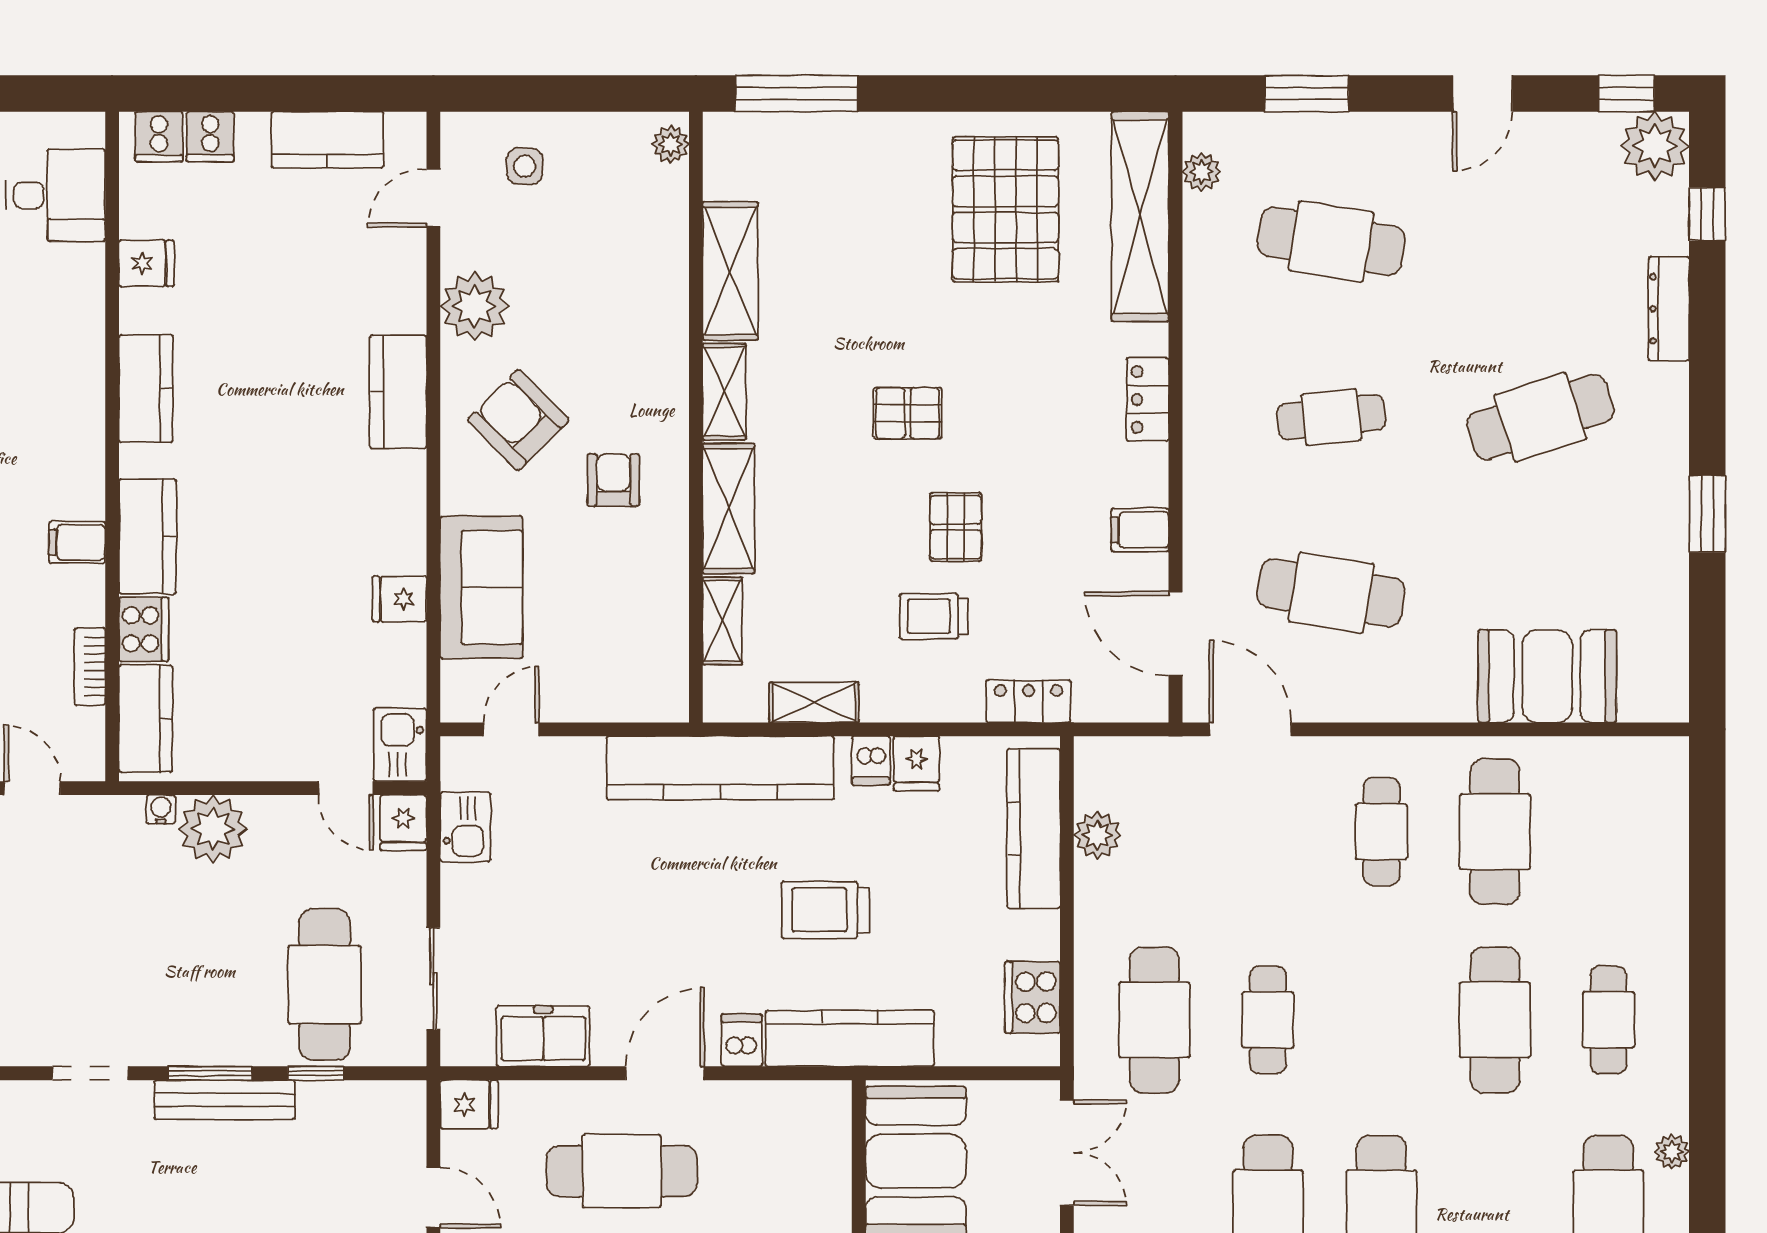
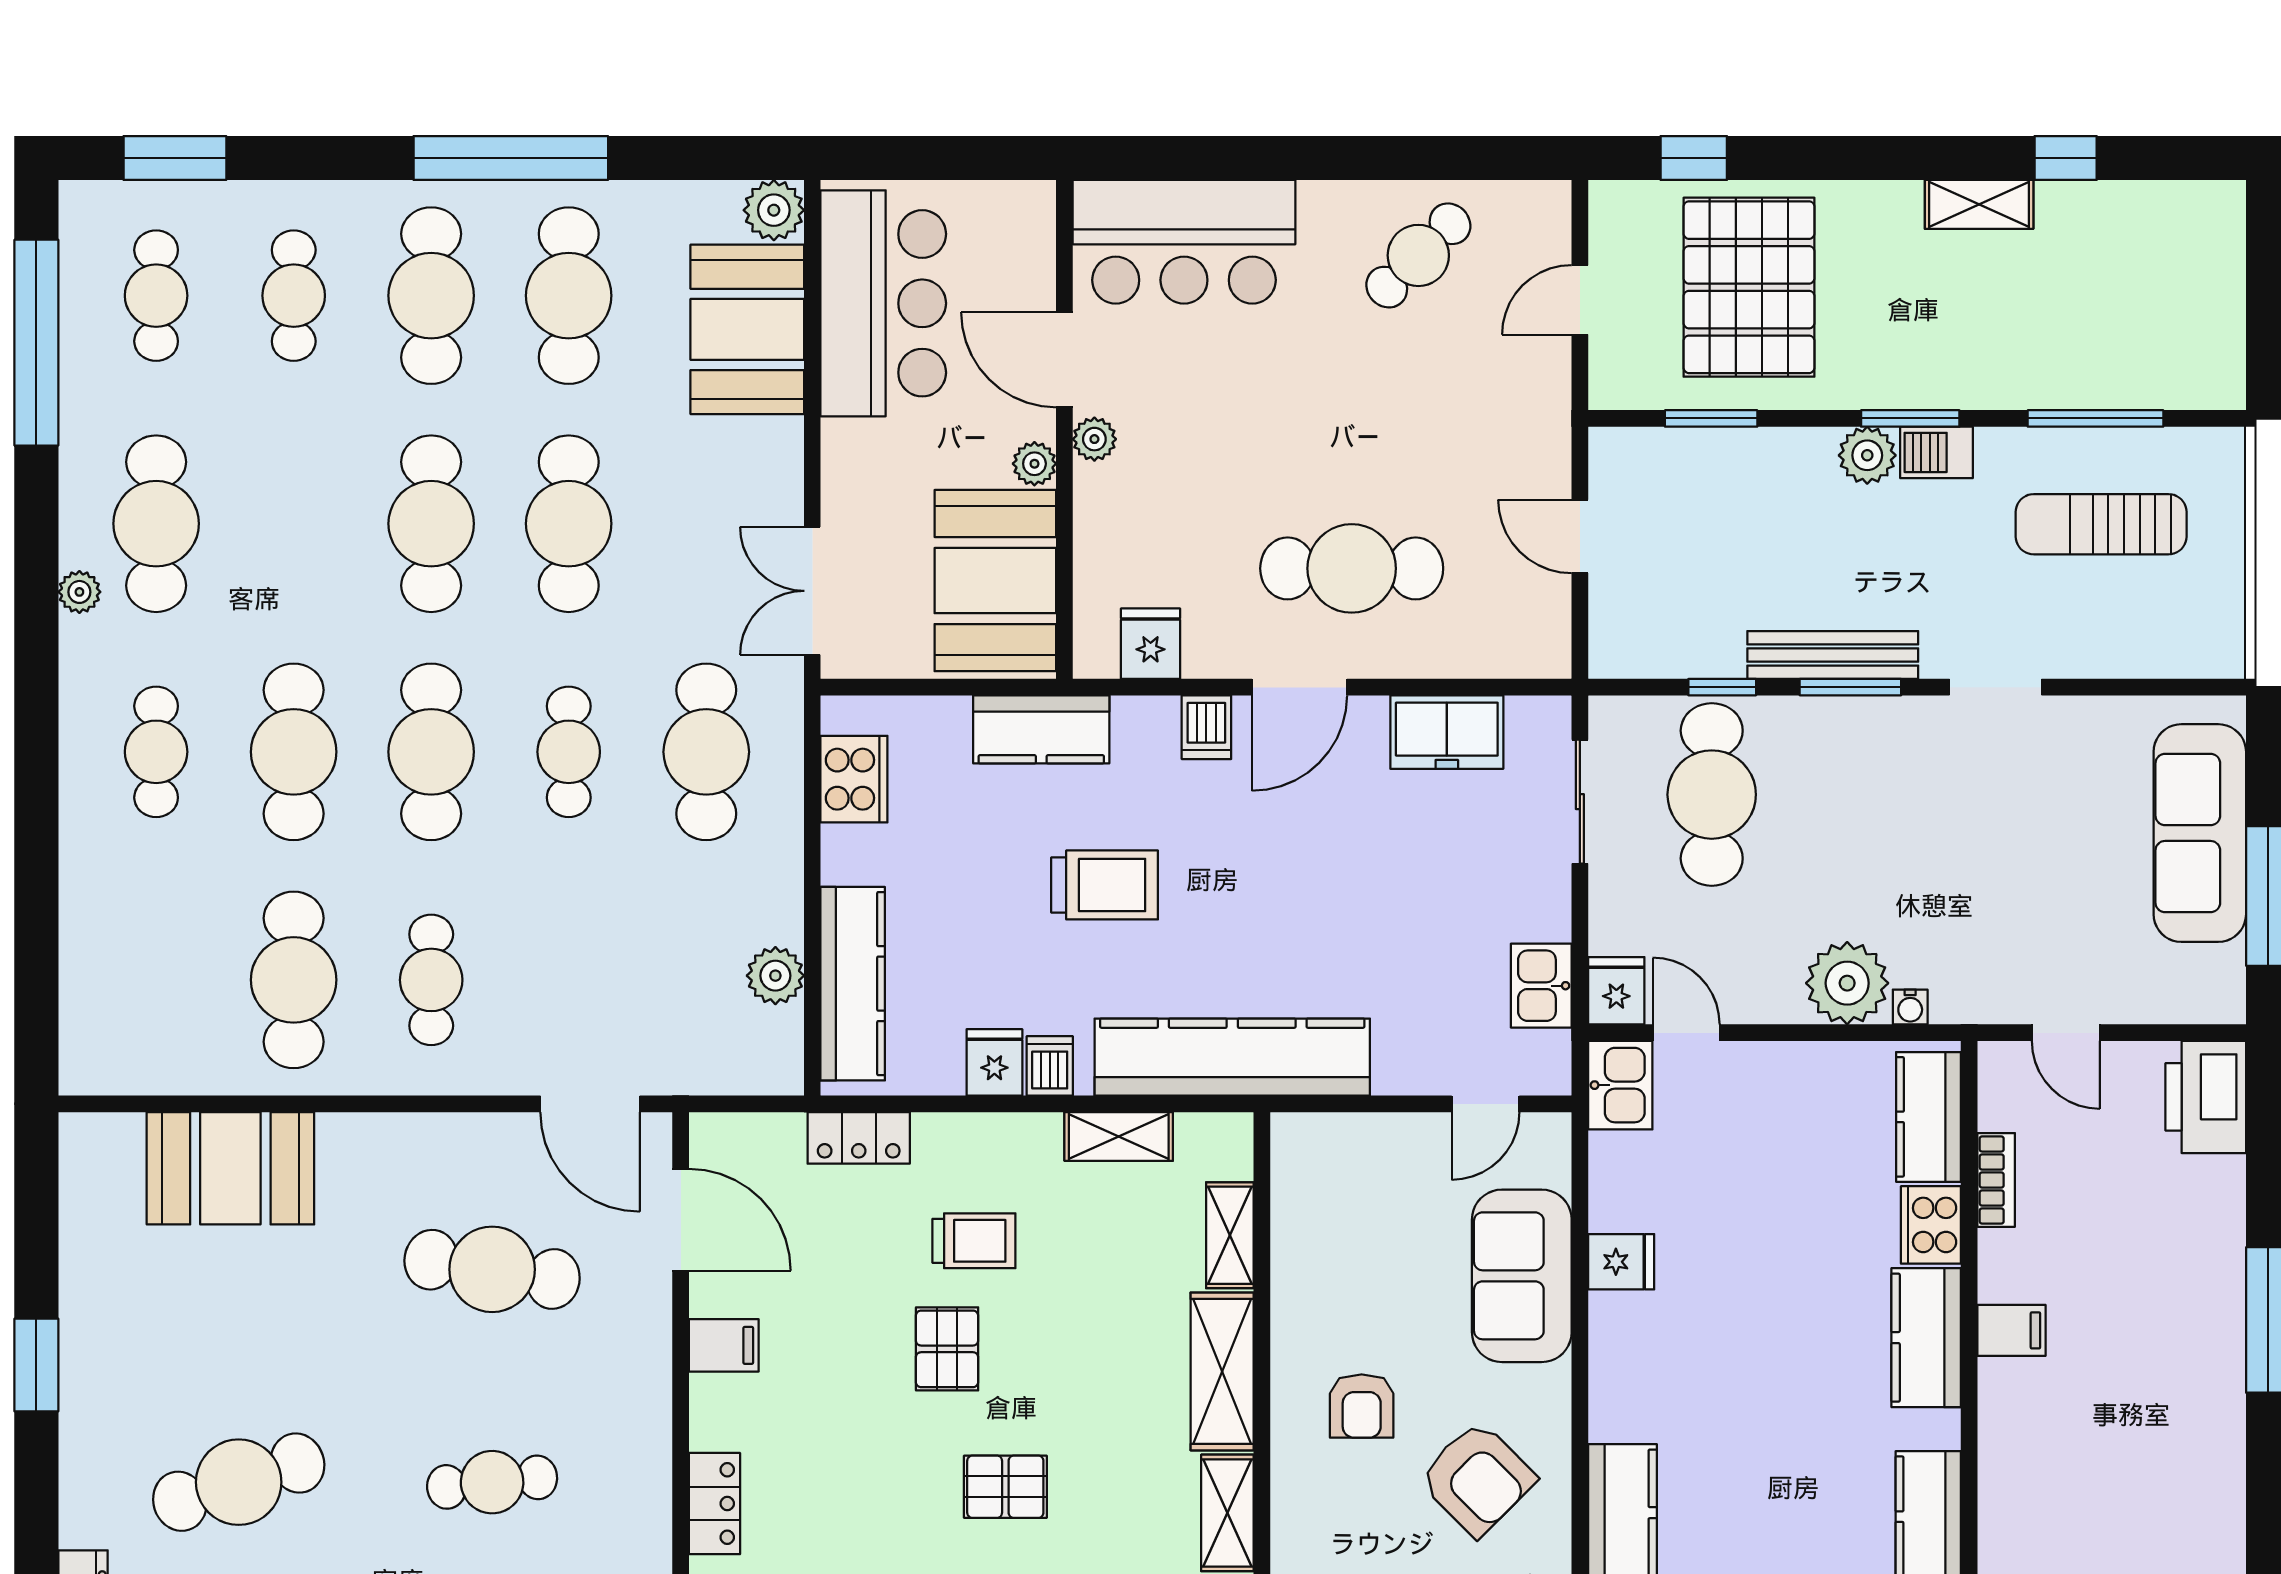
cafe table: (1381, 1020) -> (431, 752), added
kitchen counter: (850, 1038) -> (1041, 729), width x0.67
fridge: (469, 1104) -> (1151, 644), moved, turned 90

